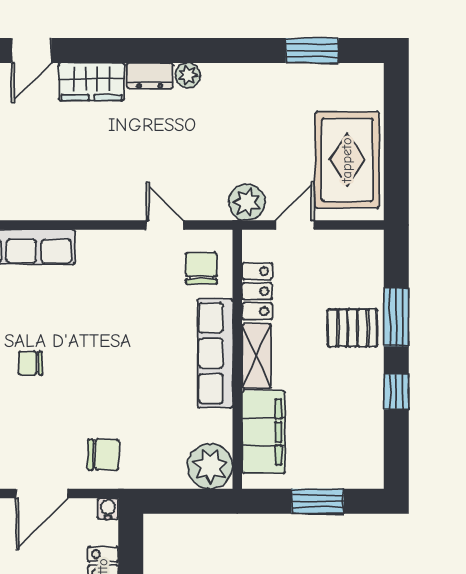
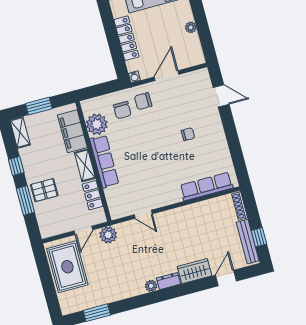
chair: (201, 268) -> (122, 110), moved
shelving: (370, 458) -> (20, 132), added
plant: (210, 466) -> (97, 124), moved

